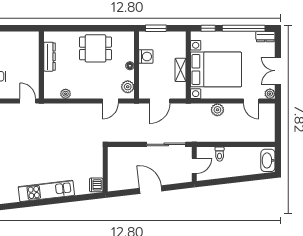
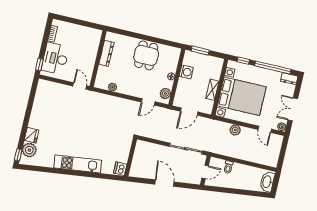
dining table: (95, 48) -> (146, 55), turned 90

